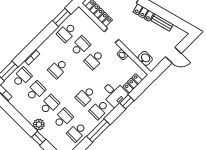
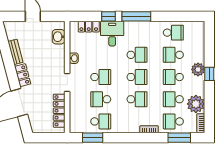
plant: (19, 102) -> (196, 104), added
school desk: (99, 110) -> (137, 77), moved
window: (98, 130) -> (136, 16), moved
window: (39, 138) -> (209, 74), moved

